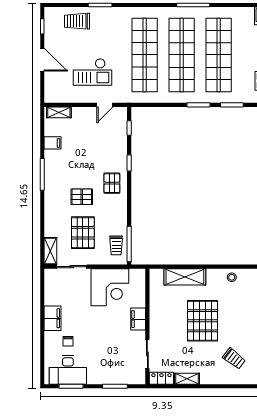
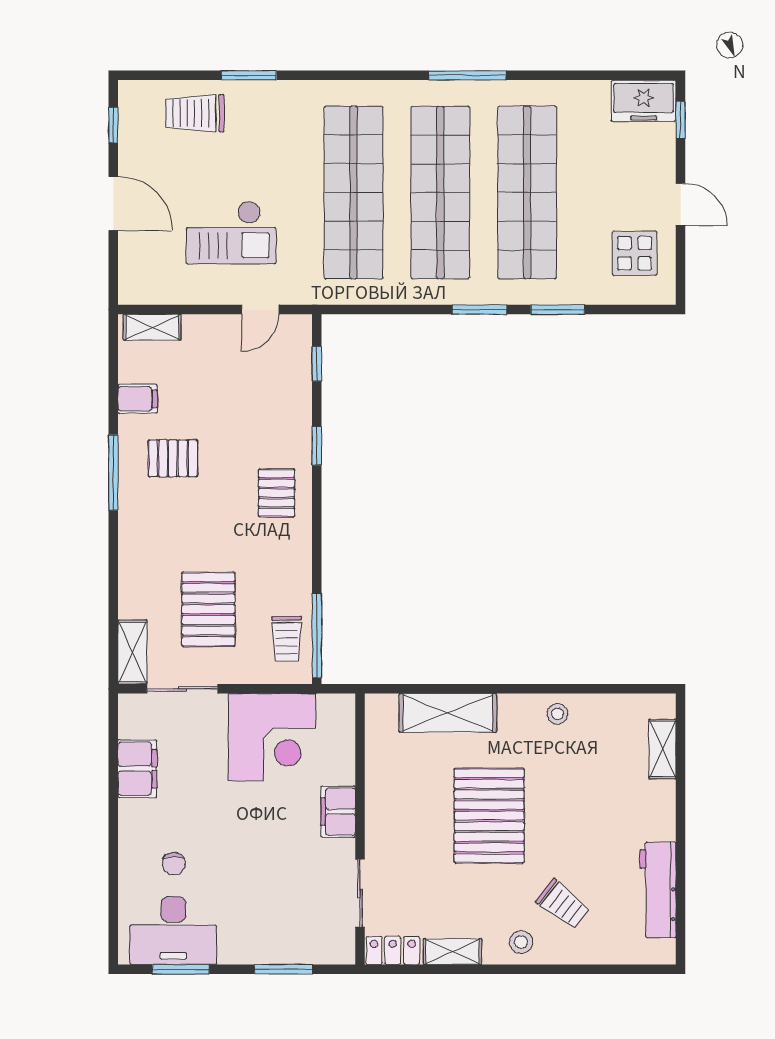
pallet: (82, 197) -> (173, 458), moved
filing cabinet: (53, 318) -> (137, 769), moved
stool: (216, 375) -> (521, 942), added

